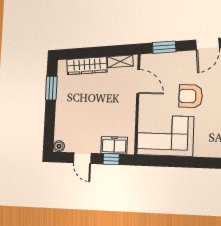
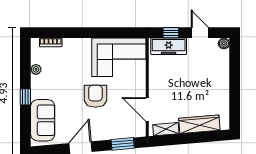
window: (51, 88) -> (235, 101), removed
armchair: (191, 96) -> (95, 96), turned -90
freezer: (114, 145) -> (169, 46), width x1.40

